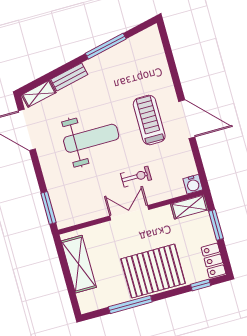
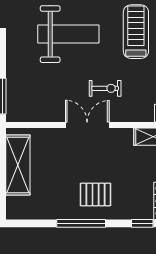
pallet: (153, 271) -> (96, 194), width x0.49, depth x0.50
window: (130, 304) -> (81, 223), moved

